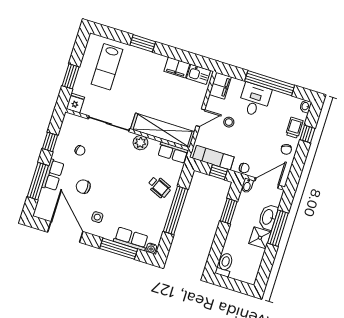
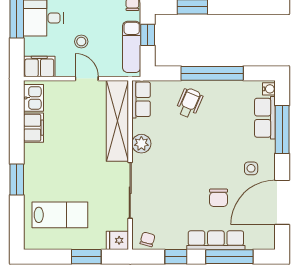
chair: (80, 150) -> (147, 239), moved
row of seats: (53, 175) -> (216, 240), width x1.48

